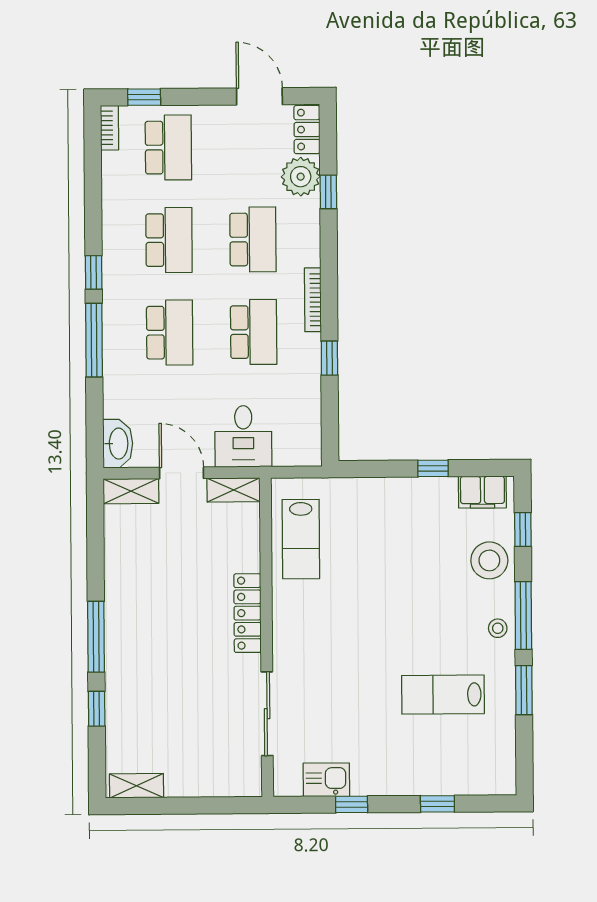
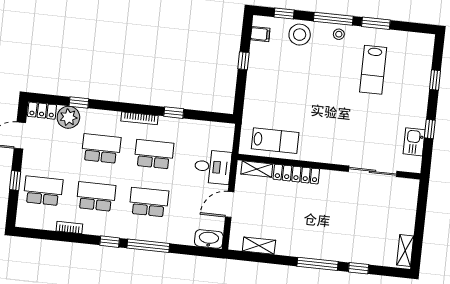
window: (144, 97) -> (15, 181), moved
bookcase: (110, 128) -> (69, 227), moved
shelving: (233, 490) -> (257, 169), moved, turned 90
shelving: (131, 491) -> (259, 246), moved, turned 90
filing cabinet: (482, 492) -> (260, 34), width x0.50
locker: (247, 613) -> (296, 174), moved

